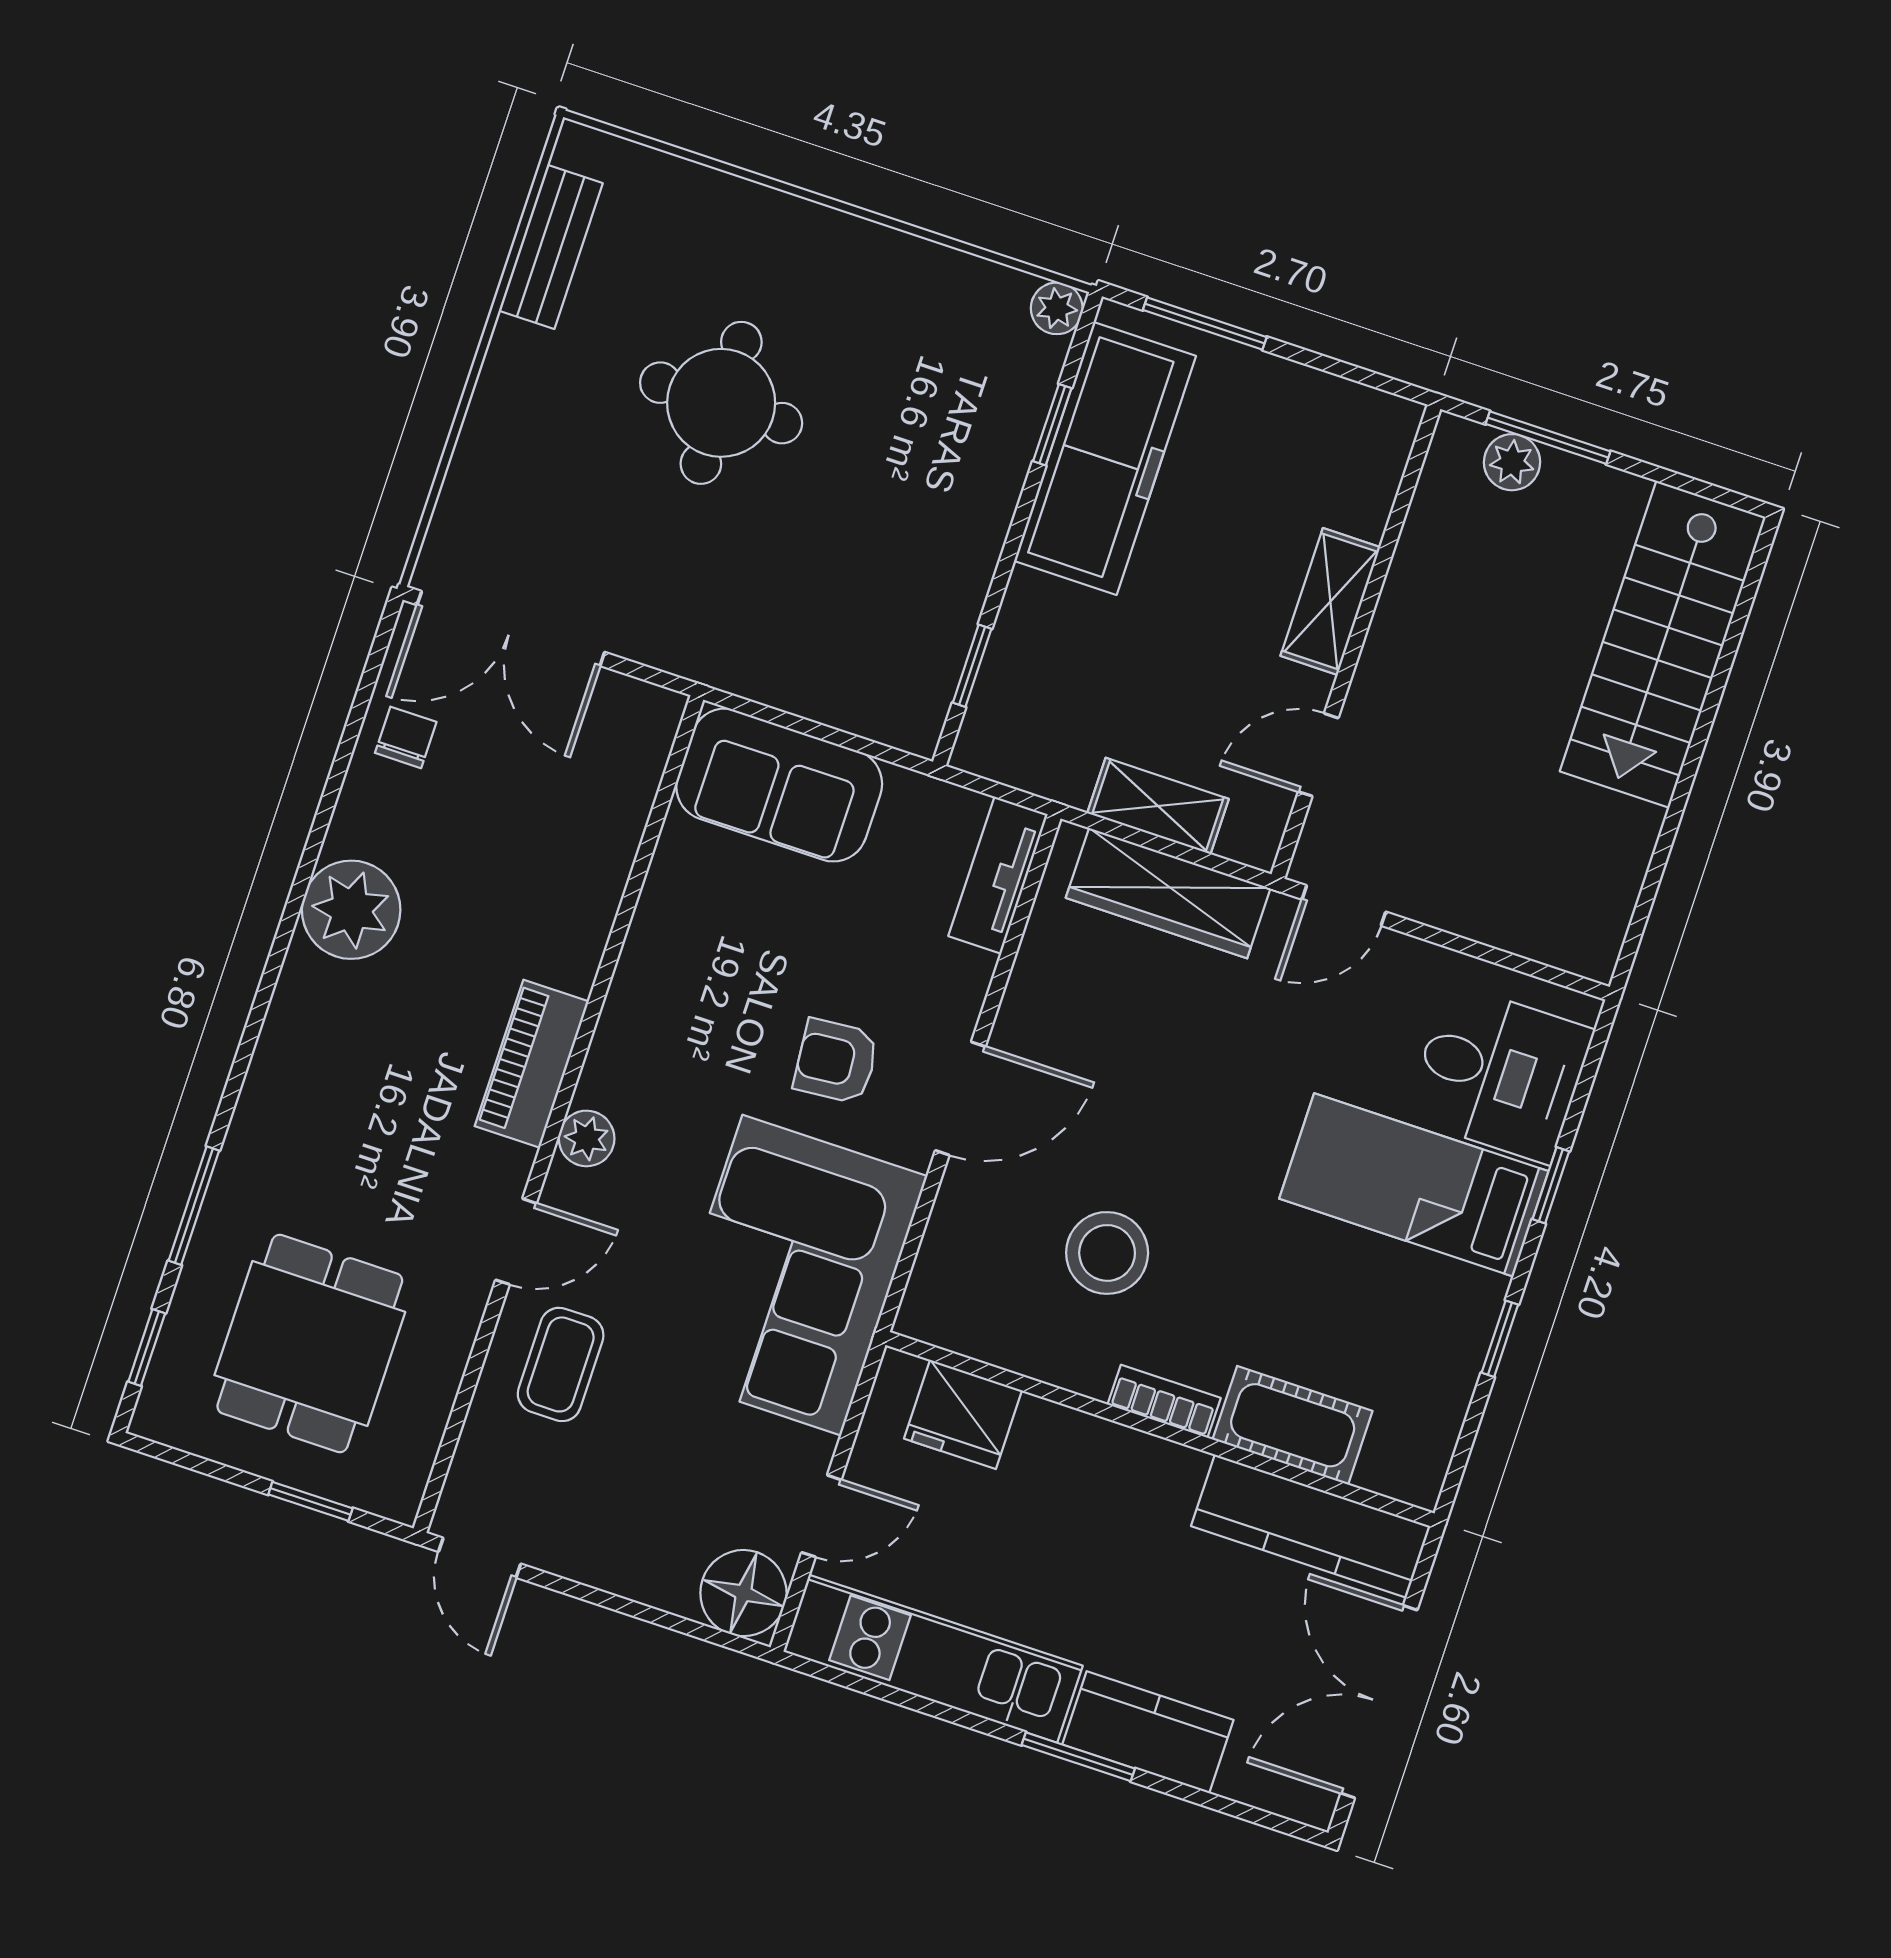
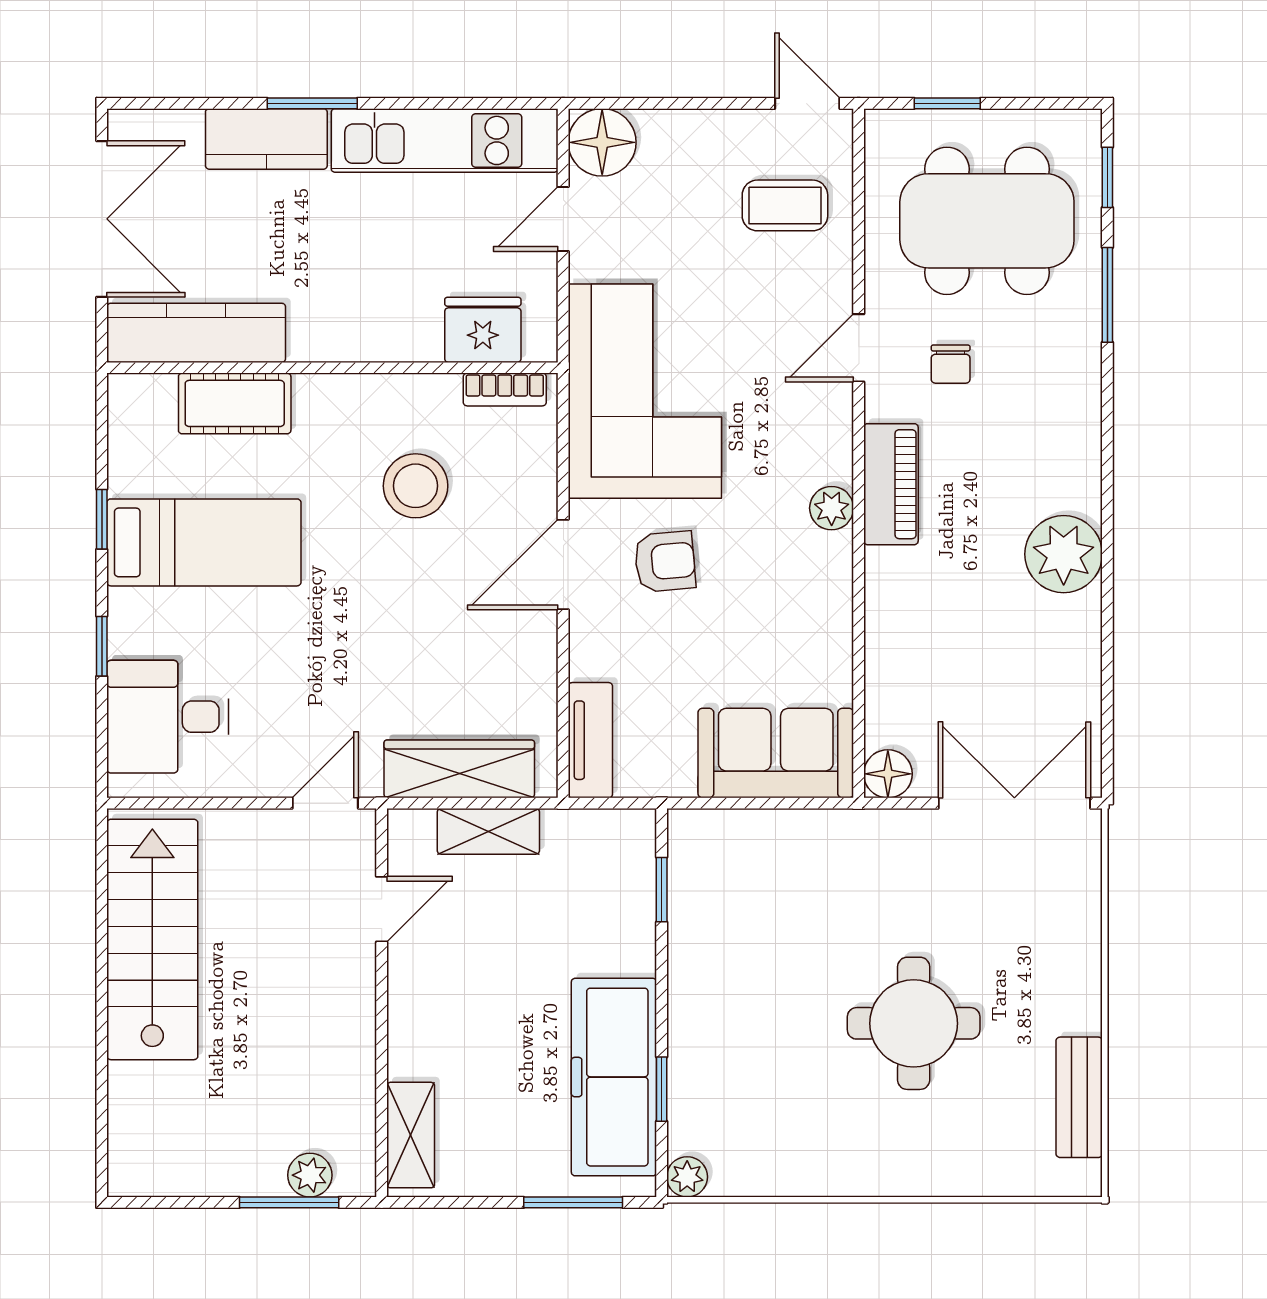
shelving: (1330, 601) -> (411, 1135), moved
stairs: (1663, 644) -> (152, 939), moved
floor lamp: (652, 715) -> (888, 774), added
chair: (406, 737) -> (951, 364), moved
plant: (587, 1138) -> (832, 508), moved
bed: (1414, 1185) -> (204, 542), moved
dining table: (310, 1343) -> (987, 221), width x1.37
coffee table: (561, 1364) -> (785, 205), moved, turned 90
bookcase: (1164, 1401) -> (505, 389), moved

